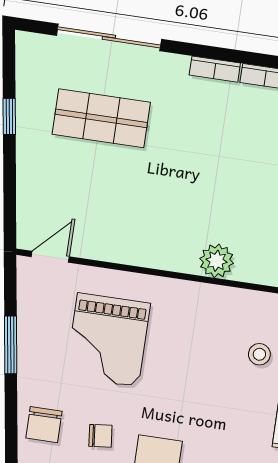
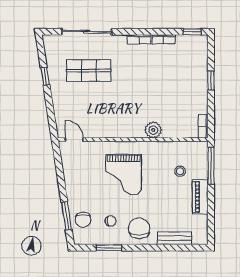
door: (50, 257) -> (74, 140), hinge flipped
grand piano: (108, 340) -> (124, 175), moved
window: (11, 345) -> (67, 216), moved

